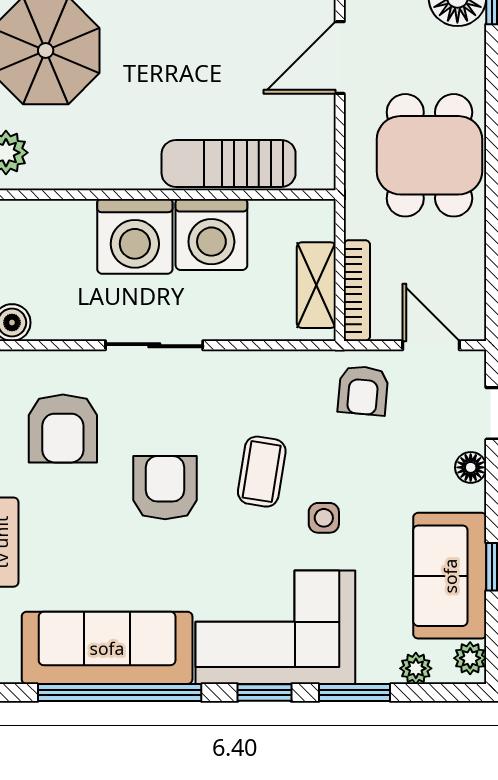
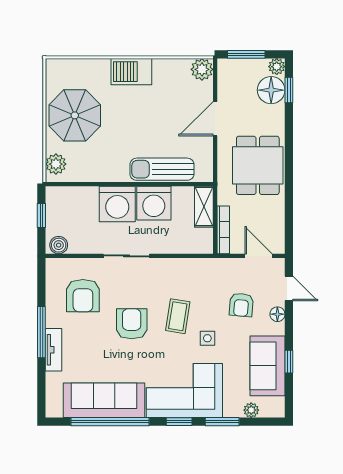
shelving: (316, 285) -> (204, 207), moved
armchair: (363, 390) -> (241, 305), moved
plant: (470, 658) -> (277, 405), removed

